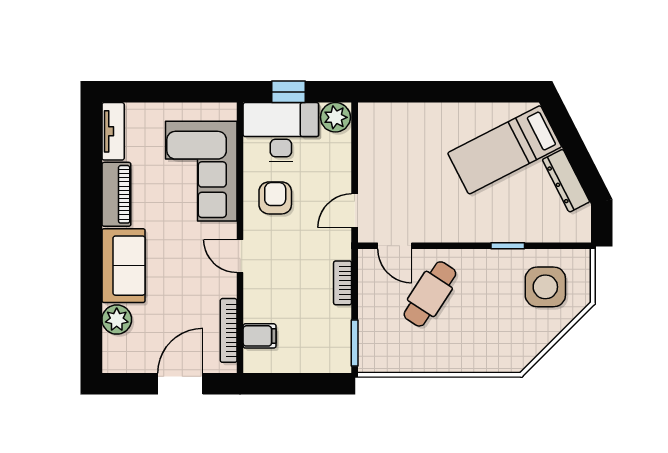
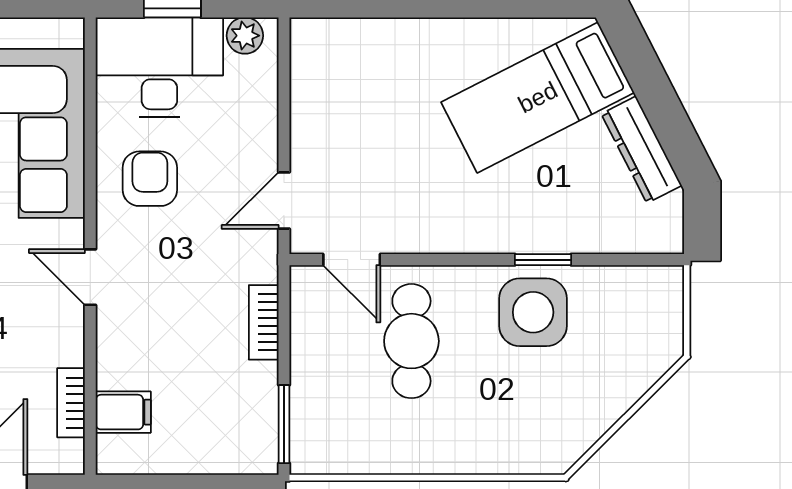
plant: (335, 117) -> (245, 36), width x0.73, depth x0.73
side table: (545, 287) -> (533, 312), moved
cafe table: (430, 294) -> (411, 341), turned -33
bookcase: (229, 330) -> (71, 403), width x0.64

